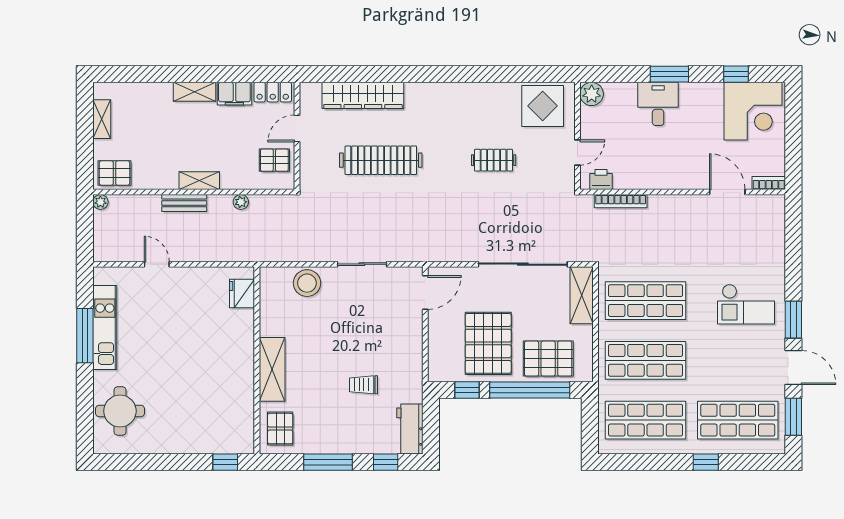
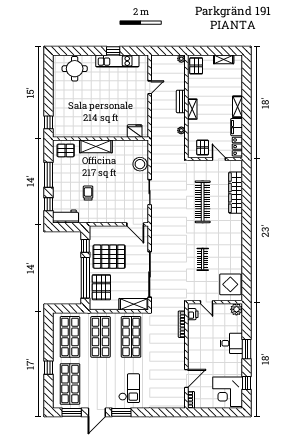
checkout: (746, 304) -> (129, 388), turned 180
window: (85, 336) -> (113, 51), width x0.46

